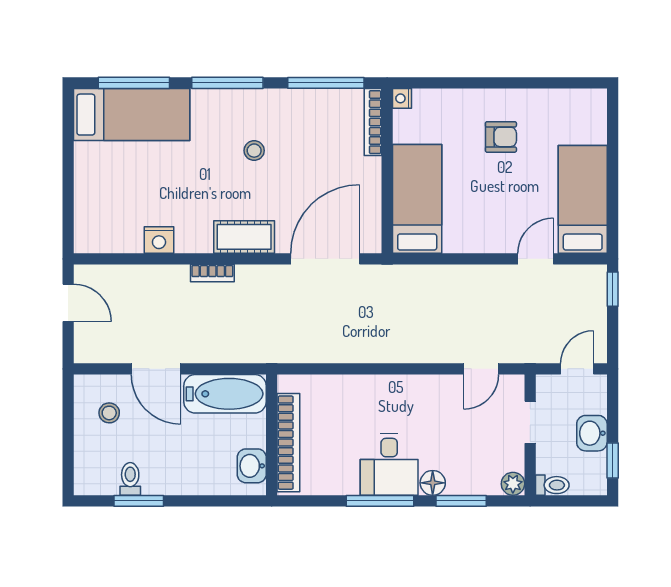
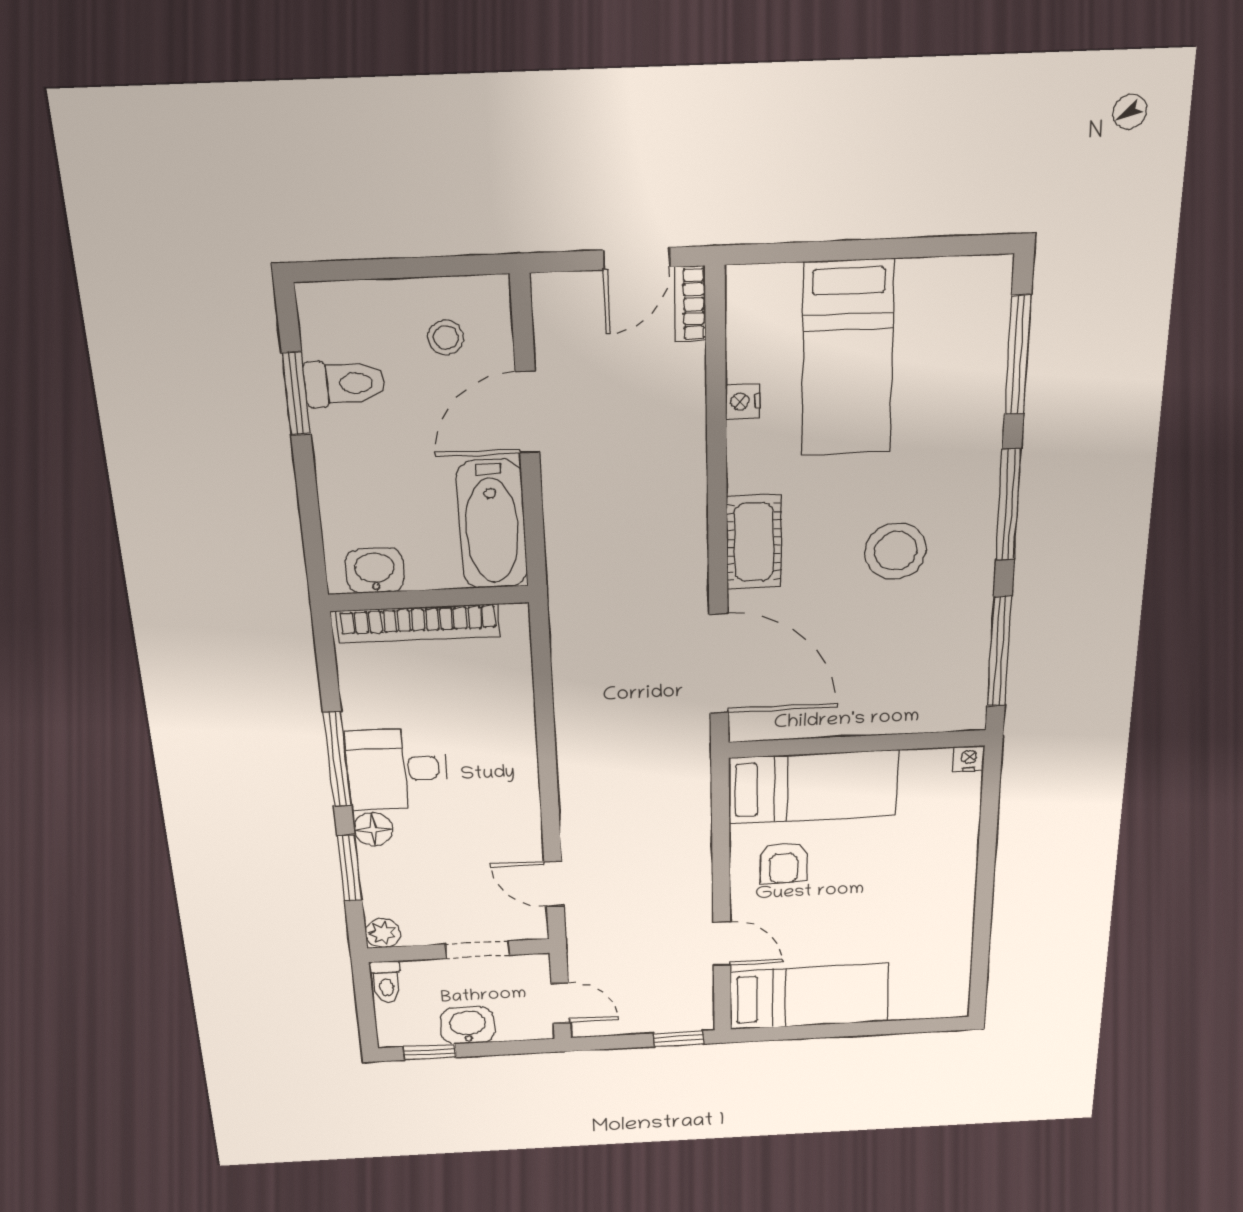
bed: (132, 115) -> (847, 359), moved
bookcase: (373, 122) -> (934, 721), removed
armchair: (501, 137) -> (783, 863), moved
stool: (254, 151) -> (896, 551), width x1.89, depth x1.89
nightstand: (159, 240) -> (743, 401), width x0.72, depth x0.74
bookcase: (212, 273) -> (690, 304), moved
toilet: (130, 479) -> (345, 384), width x1.37, depth x1.39

